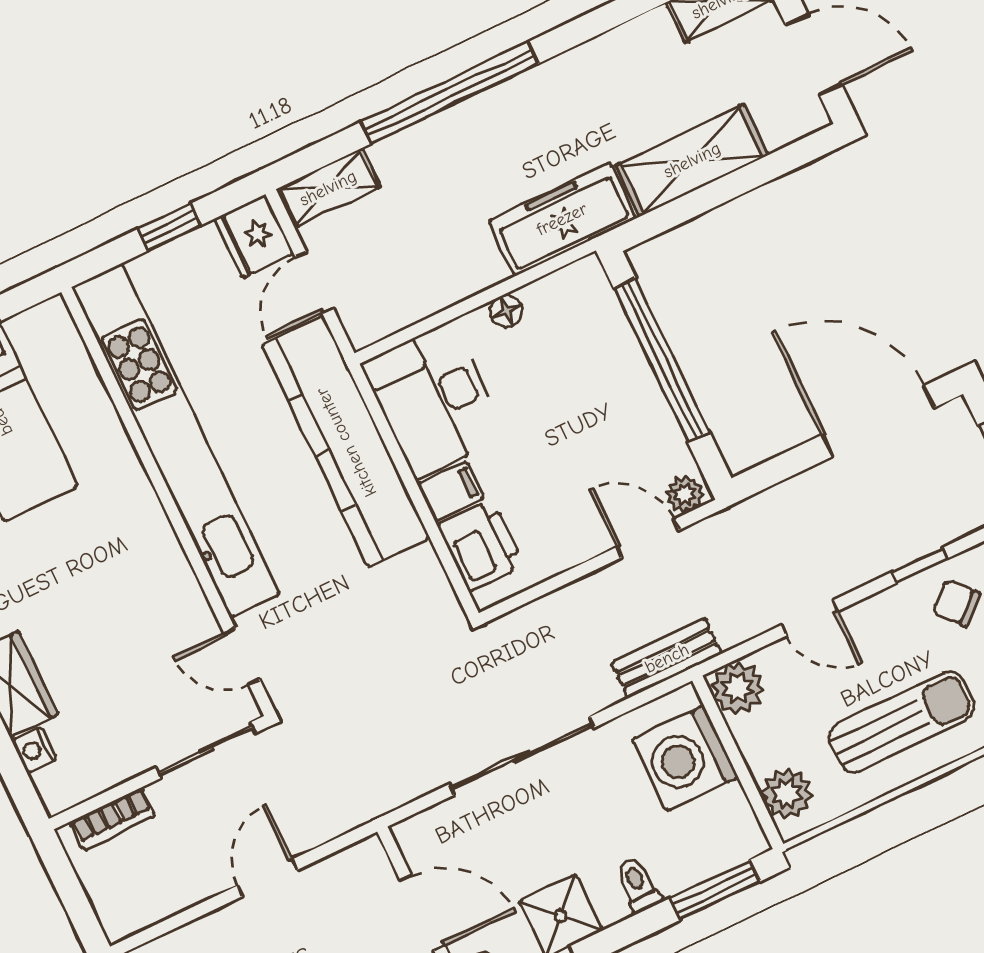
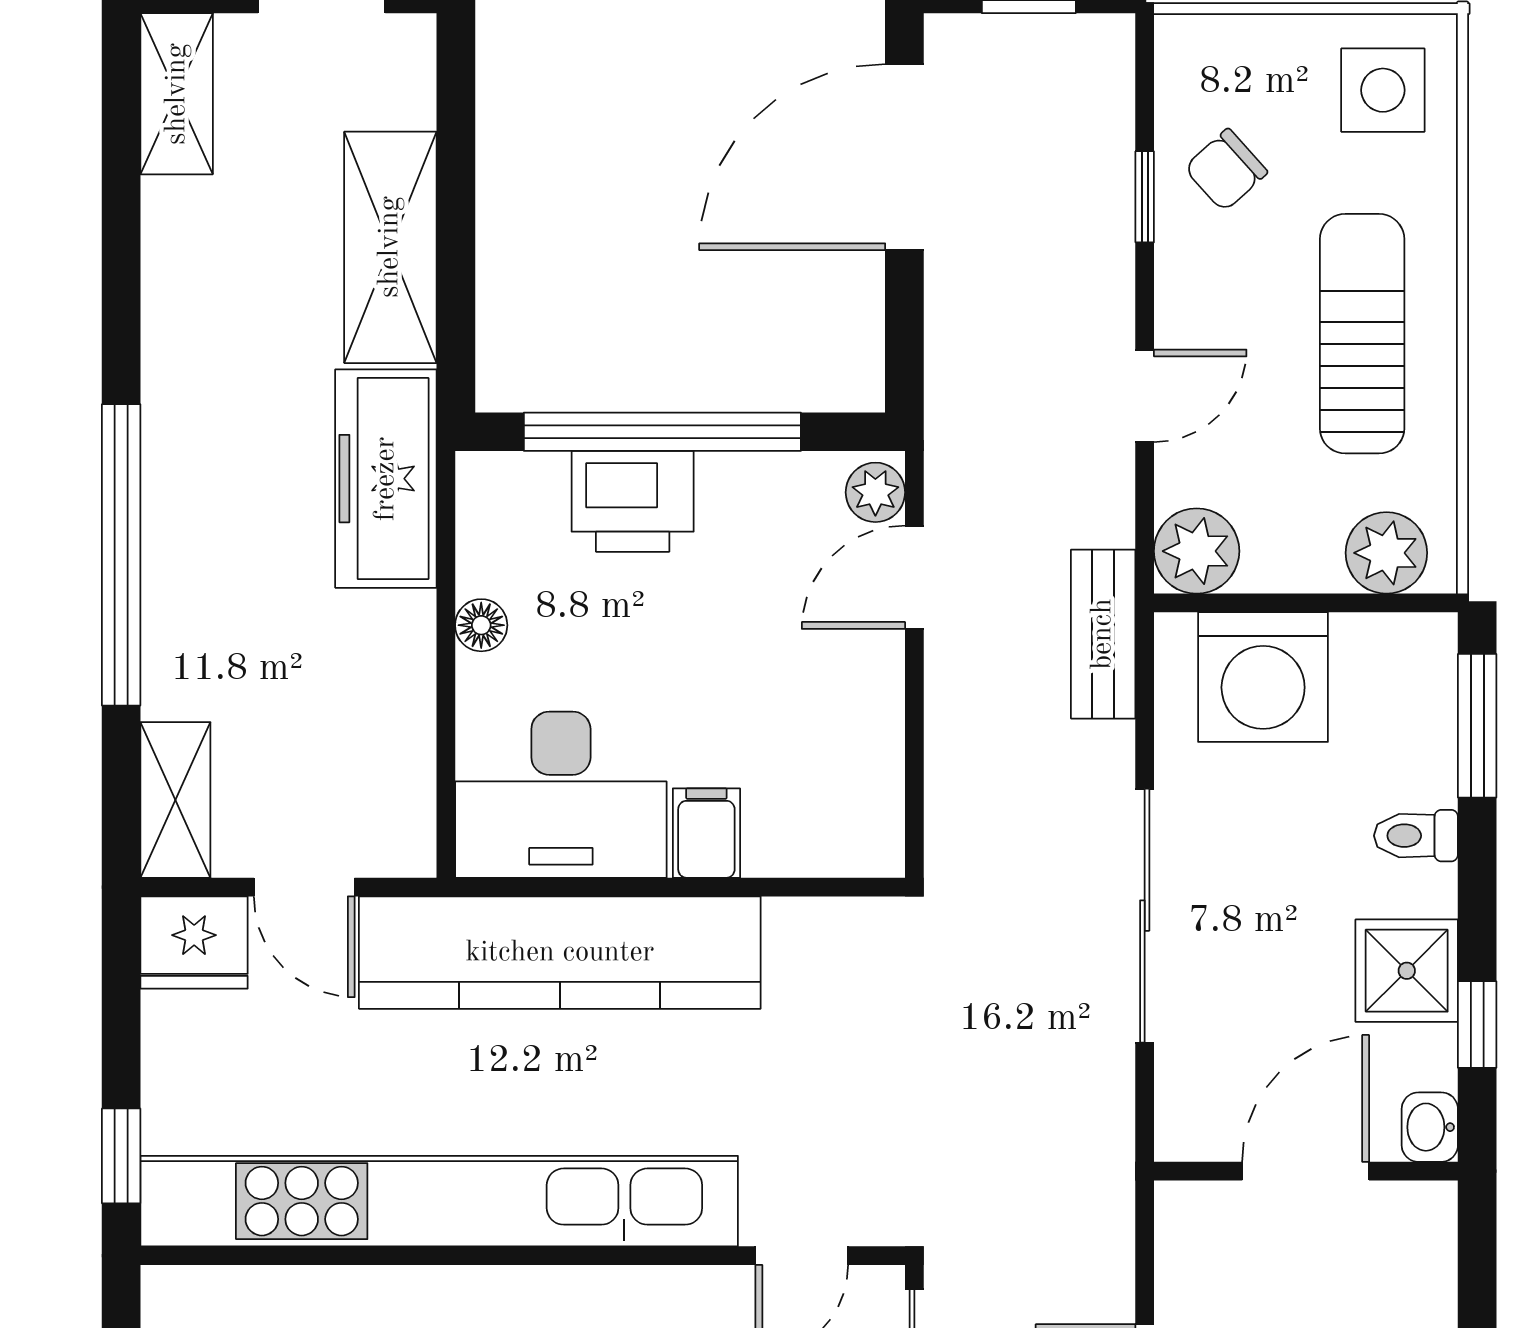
window: (169, 227) -> (121, 1156), moved
printer: (481, 545) -> (633, 501), moved, turned 180

